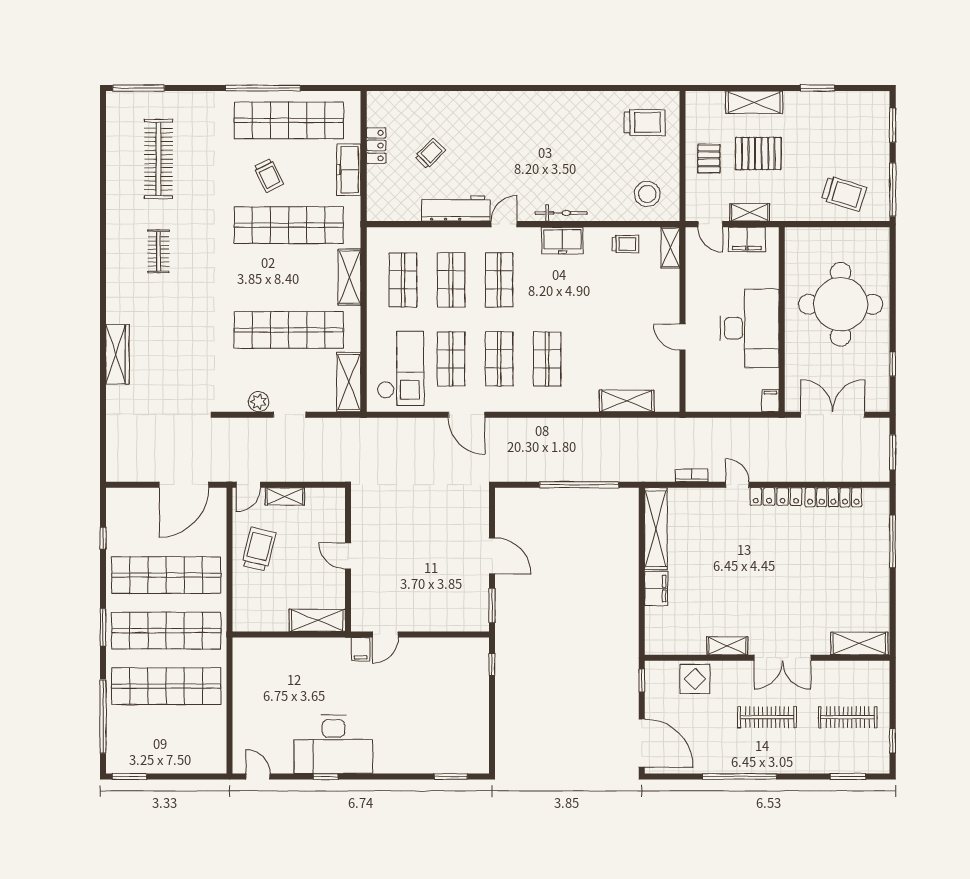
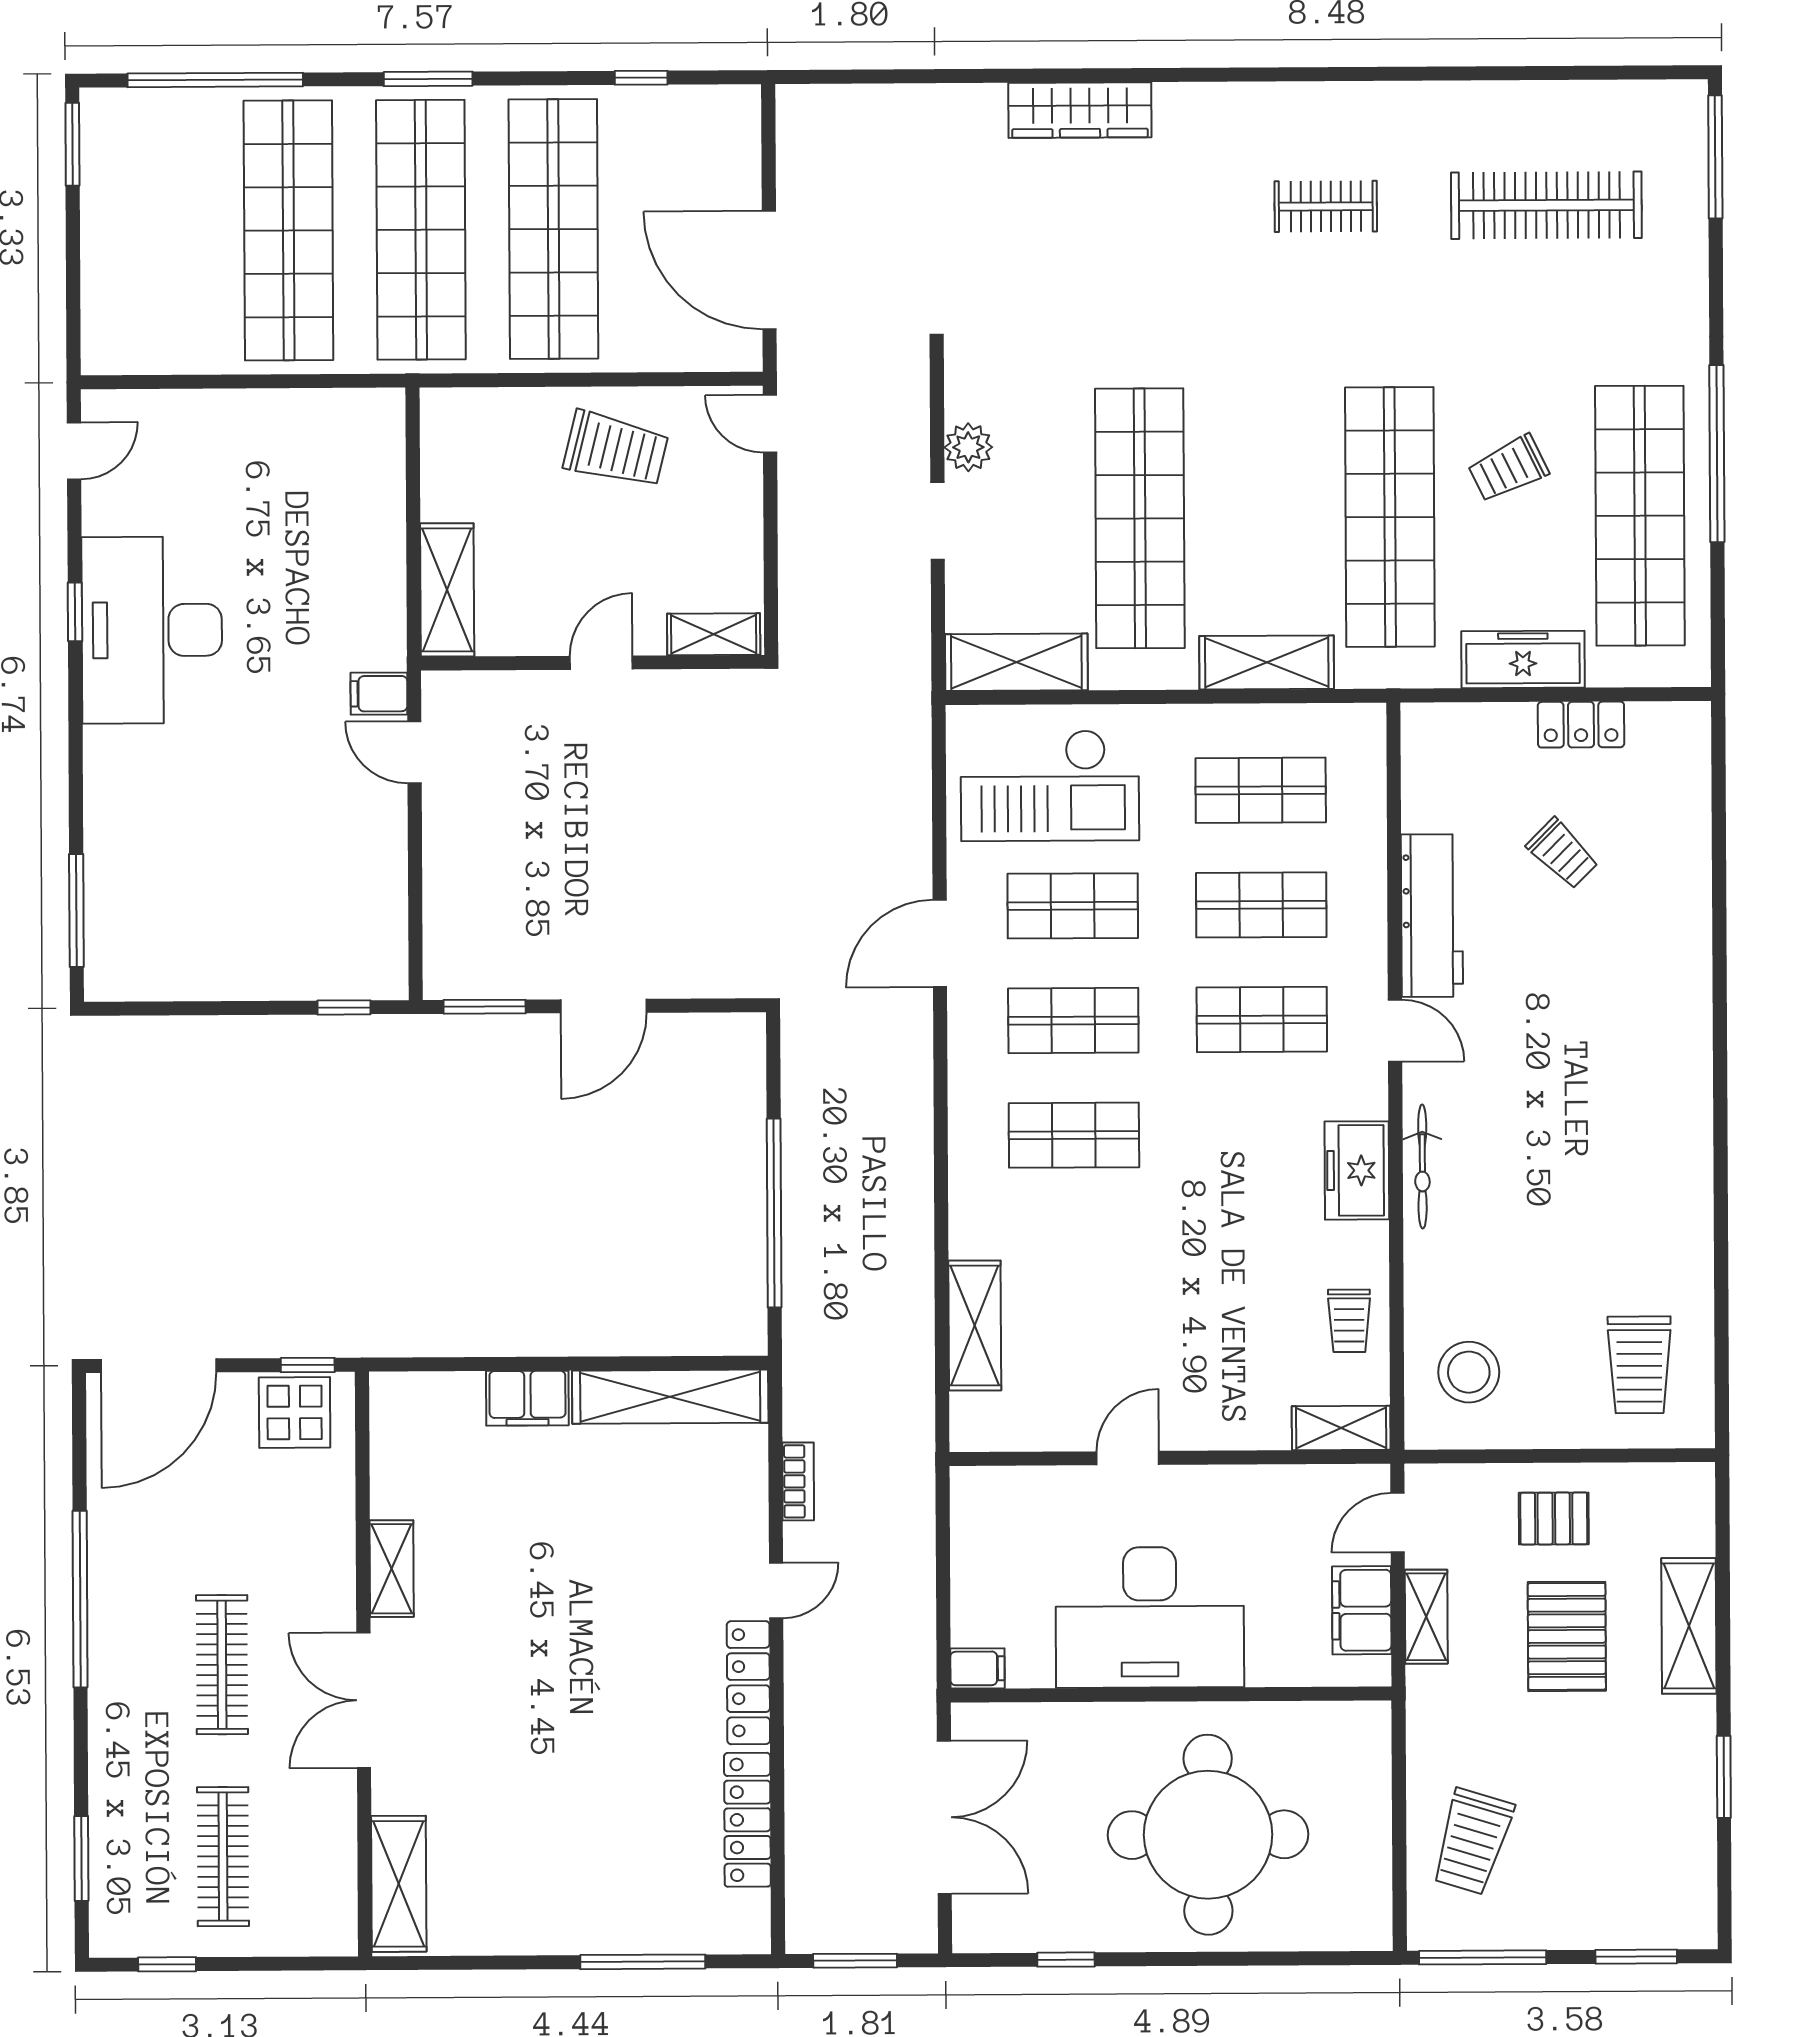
shelving: (285, 496) -> (714, 634), moved, turned 90
display table: (695, 679) -> (295, 1412), moved
window: (451, 776) -> (76, 910), width x1.44

